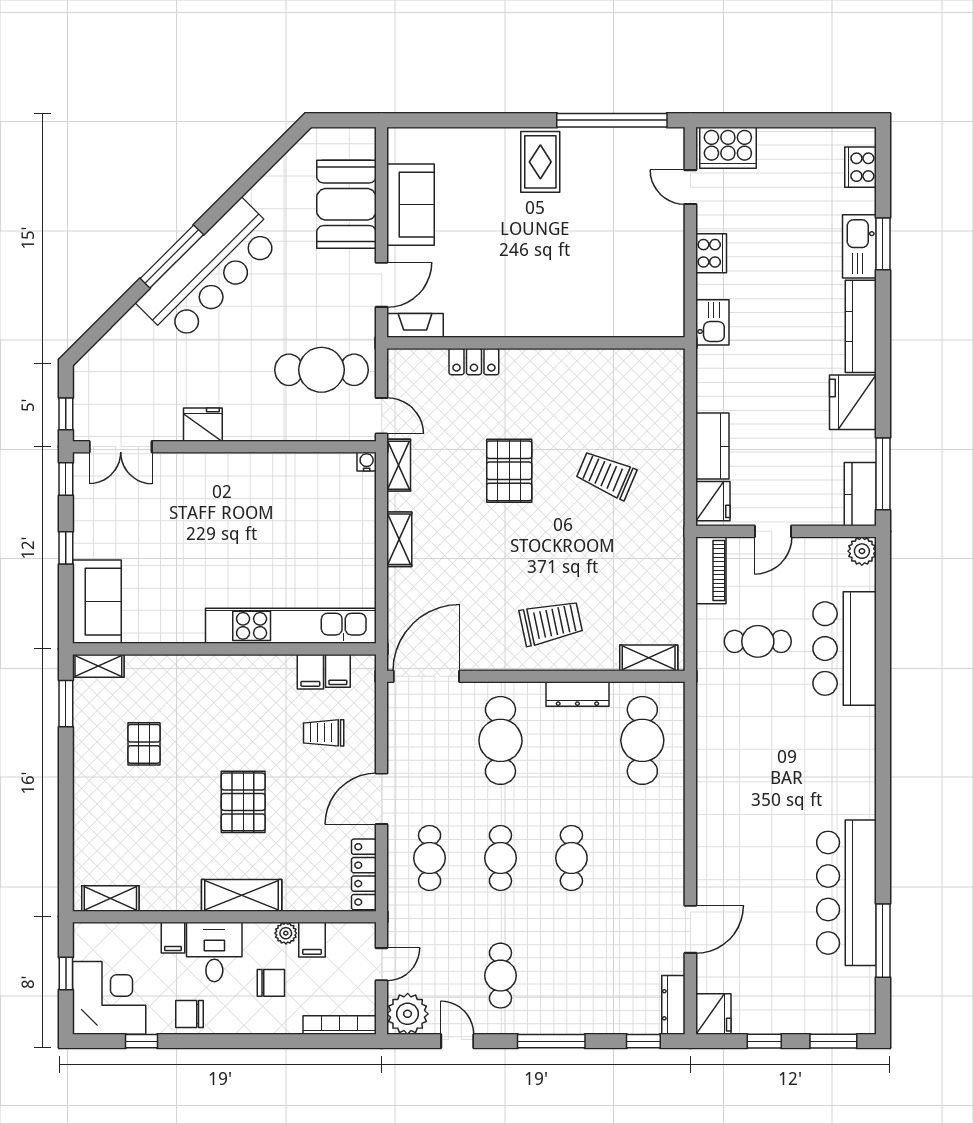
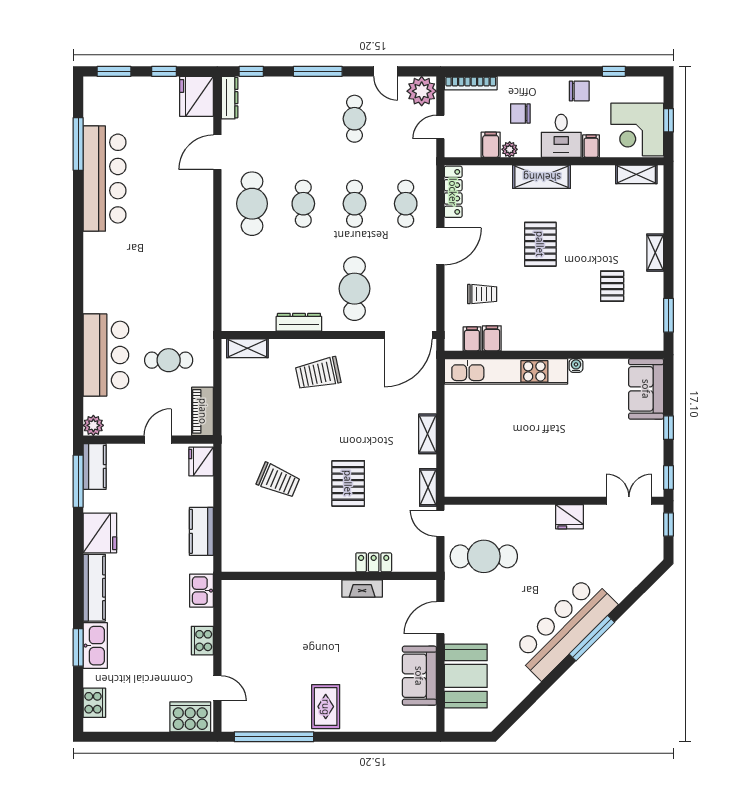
fireplace: (415, 325) -> (362, 588), moved
kitchen counter: (712, 446) -> (201, 531), moved
water cooler: (367, 462) -> (576, 365), moved, turned 180
shelving: (98, 666) -> (655, 253), moved, turned 90
cafe table: (642, 740) -> (252, 204), moved
corner desk: (109, 998) -> (637, 130), moved
fridge: (713, 1014) -> (196, 96), width x1.36, depth x1.34

